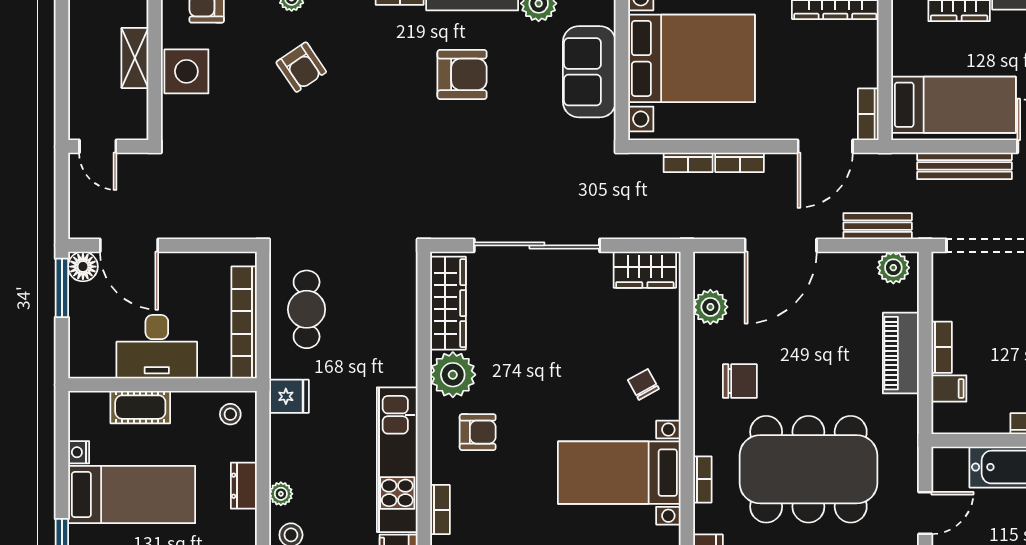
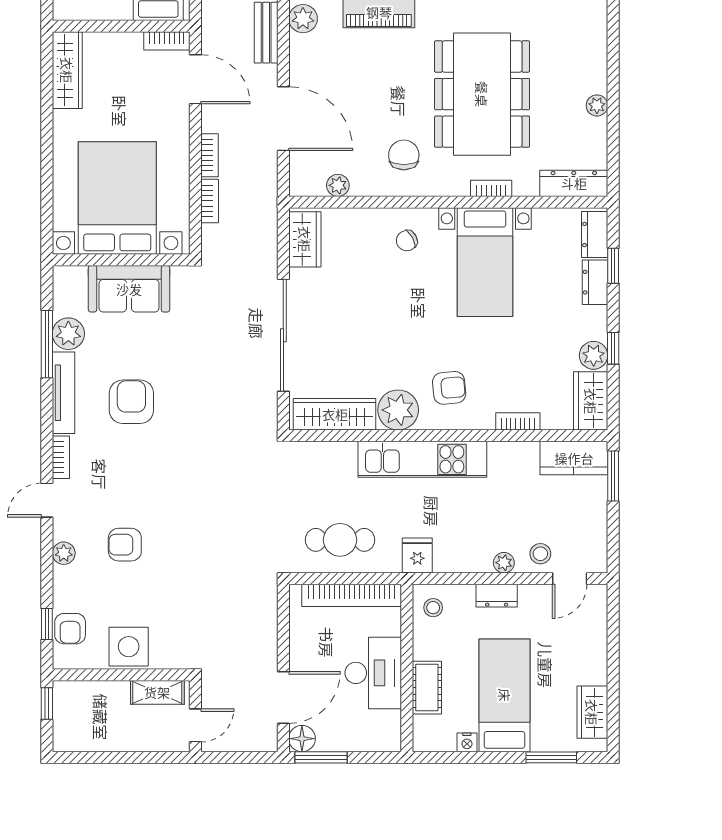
shelving: (135, 58) -> (157, 692), moved
armchair: (301, 67) -> (125, 545), turned -146
plant: (710, 307) -> (338, 185), width x0.73, depth x0.73
armchair: (478, 432) -> (449, 388), turned 85
kitchen unit: (397, 460) -> (422, 459), moved

